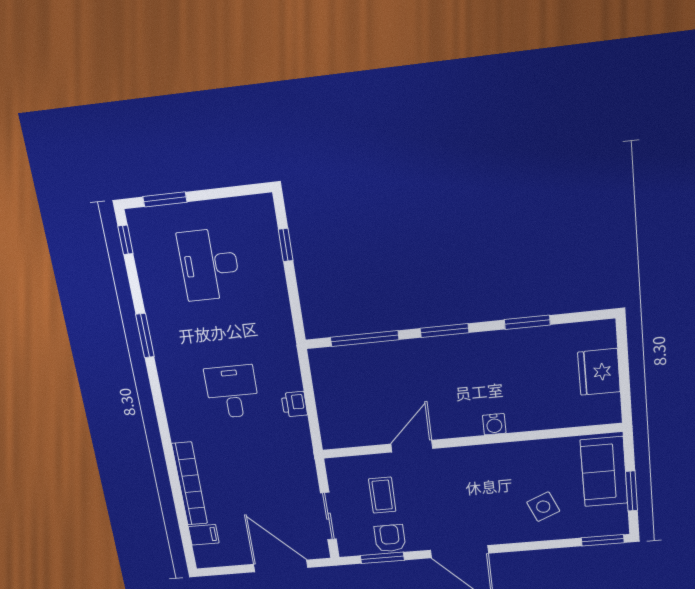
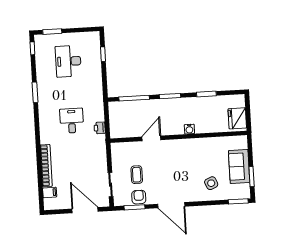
water cooler: (494, 424) -> (189, 129), moved
wall: (471, 441) -> (178, 137), moved
door: (412, 446) -> (151, 138), moved

